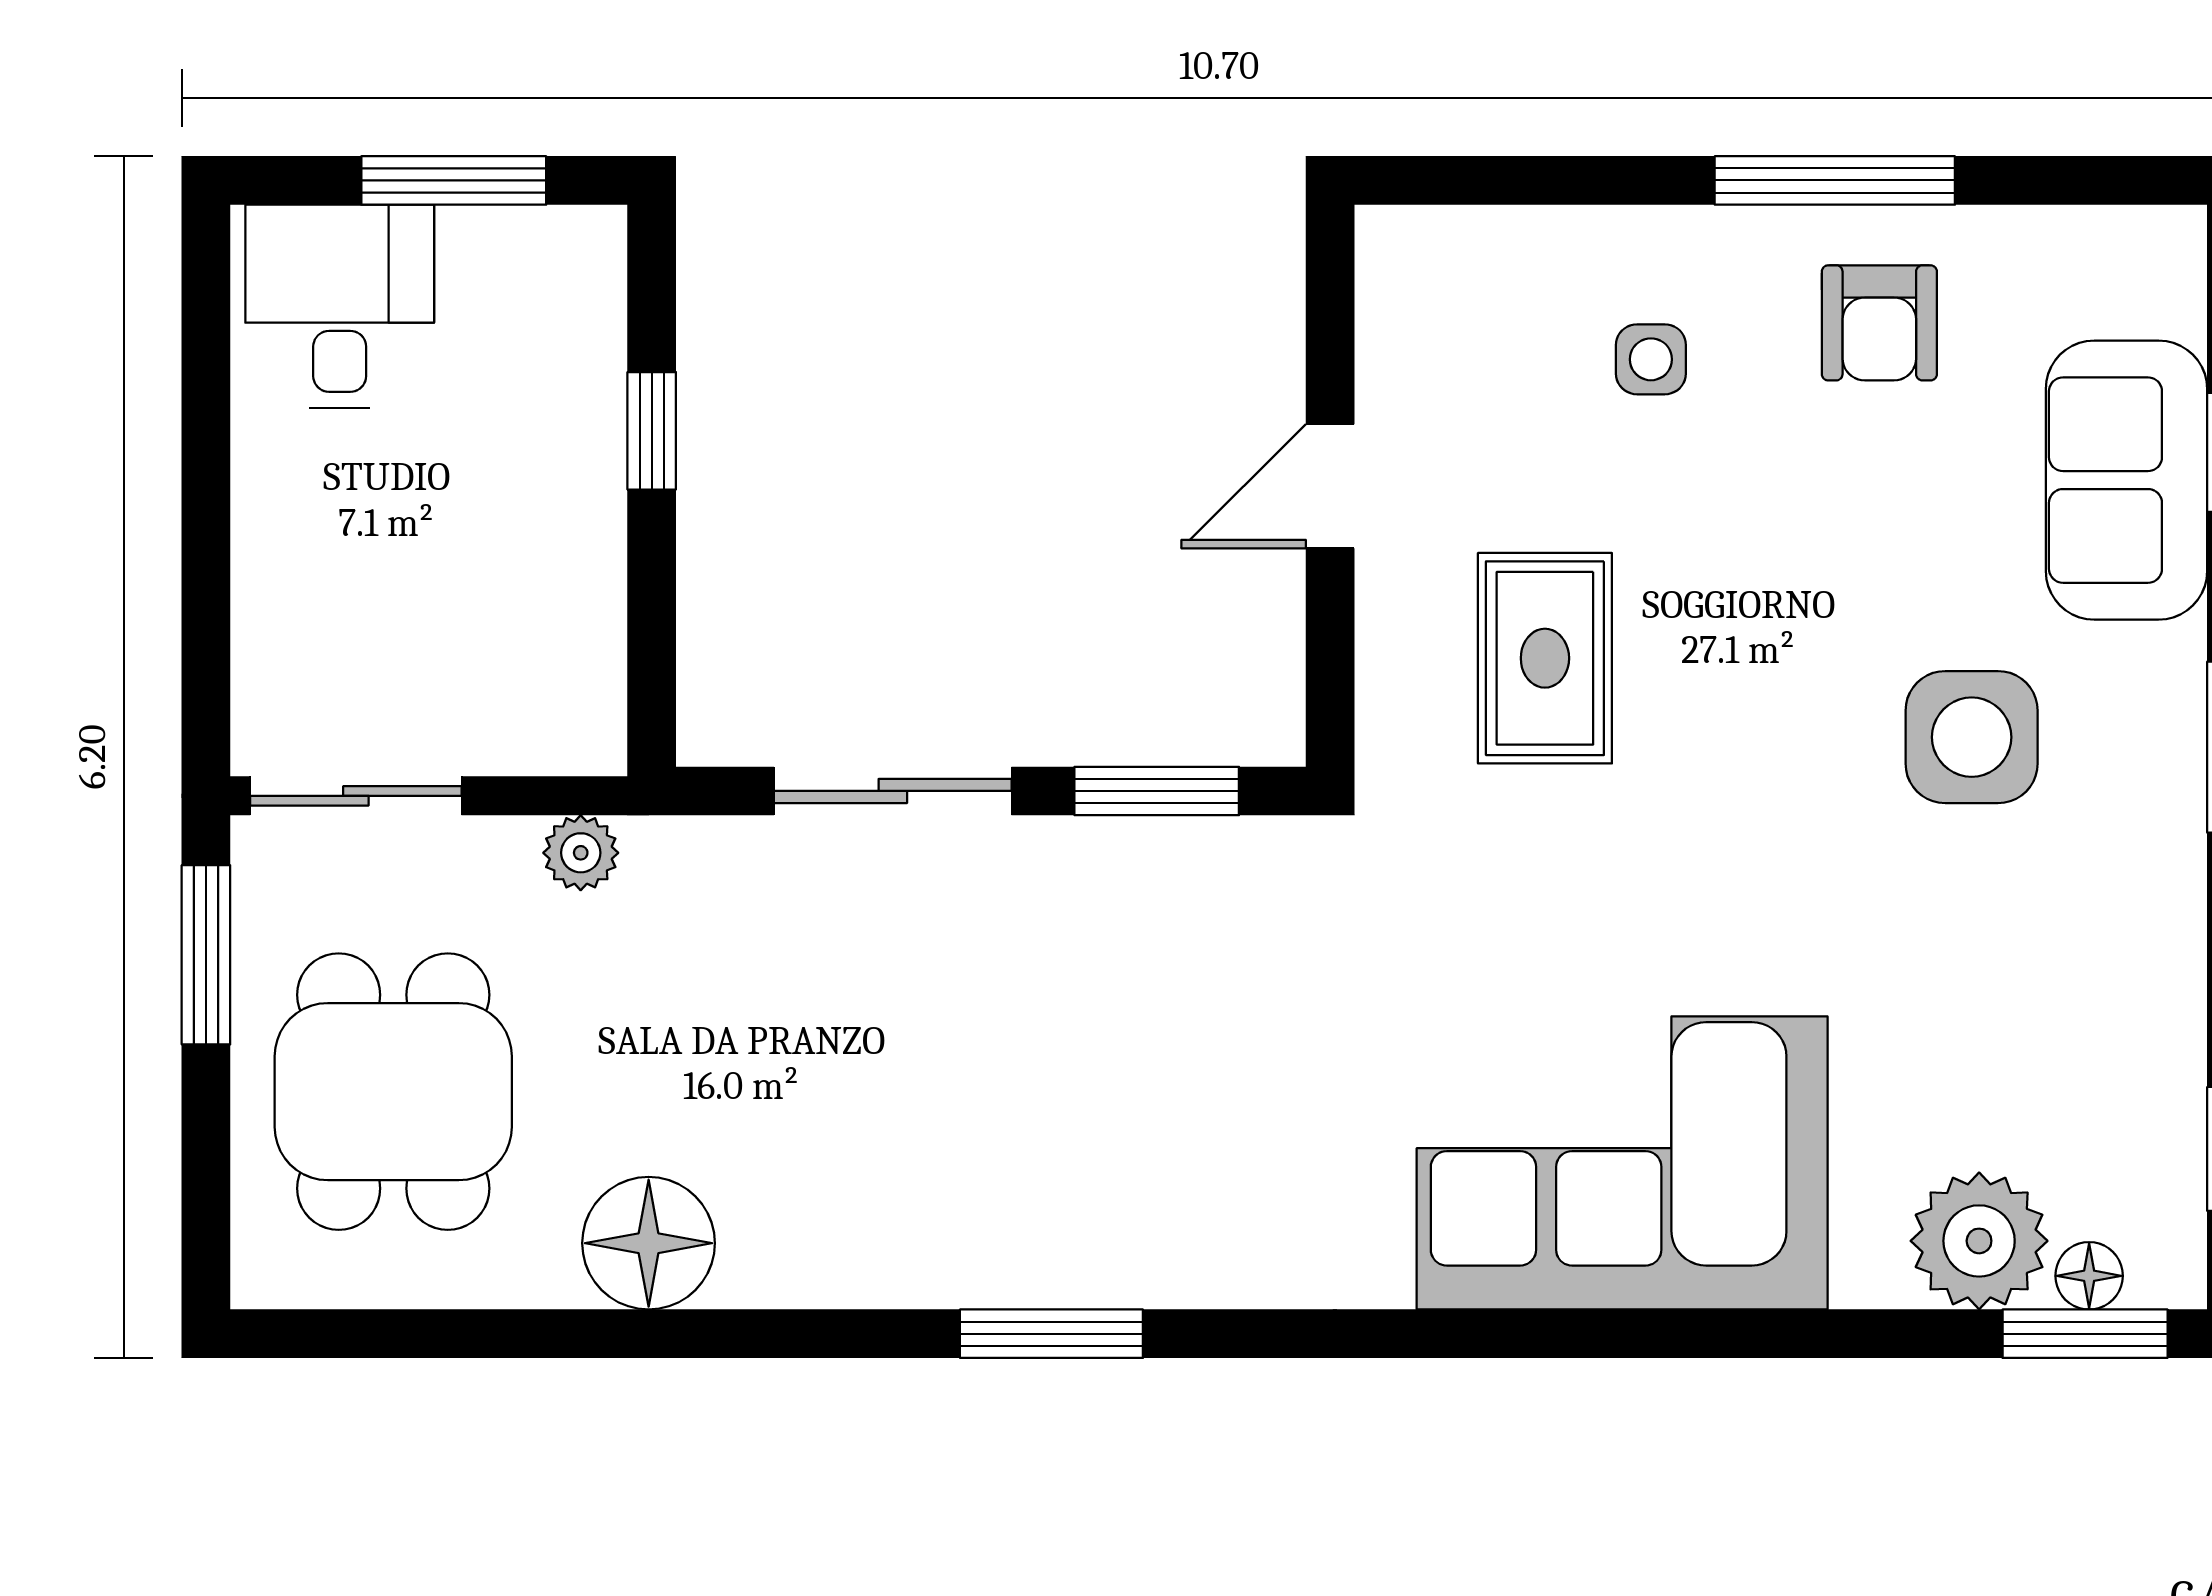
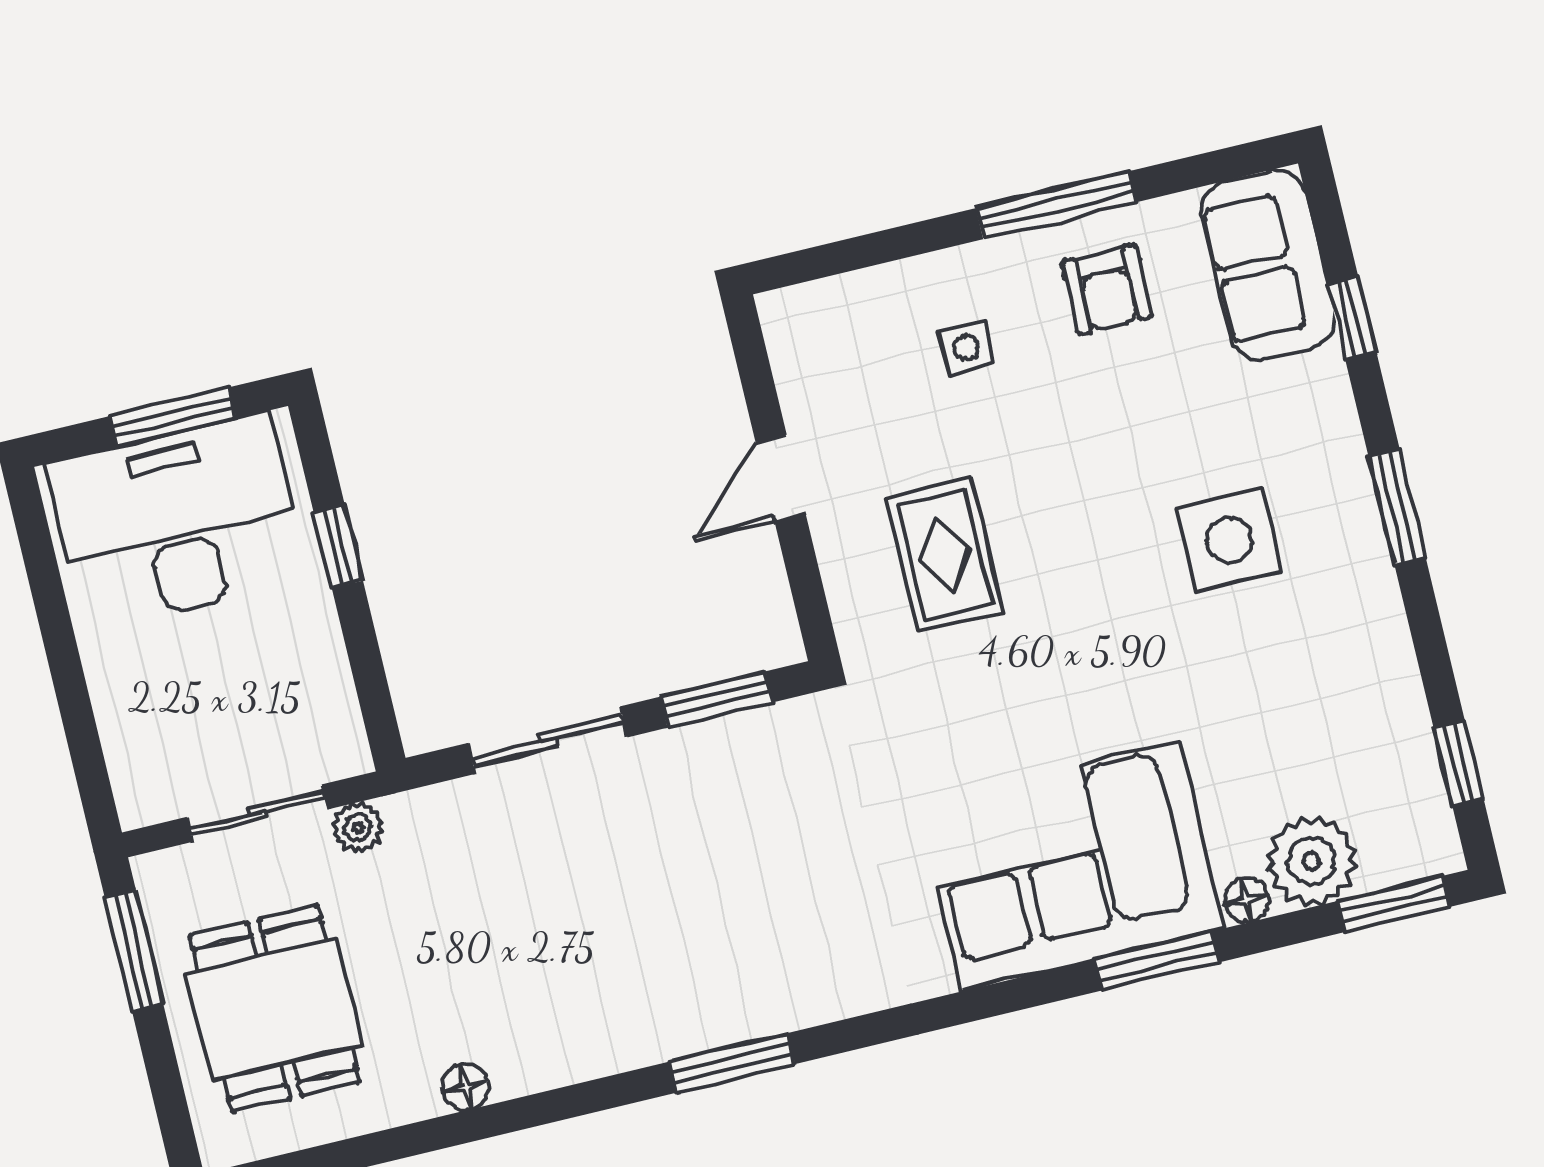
desk: (340, 306) -> (177, 522), width x1.87, depth x1.30
sofa: (2126, 480) -> (1268, 265), moved
sliding door: (356, 796) -> (257, 813), moved
floor lamp: (649, 1243) -> (466, 1087), width x0.53, depth x0.53
floor lamp: (2089, 1276) -> (1246, 900), moved
window: (1715, 1334) -> (1157, 961), added

